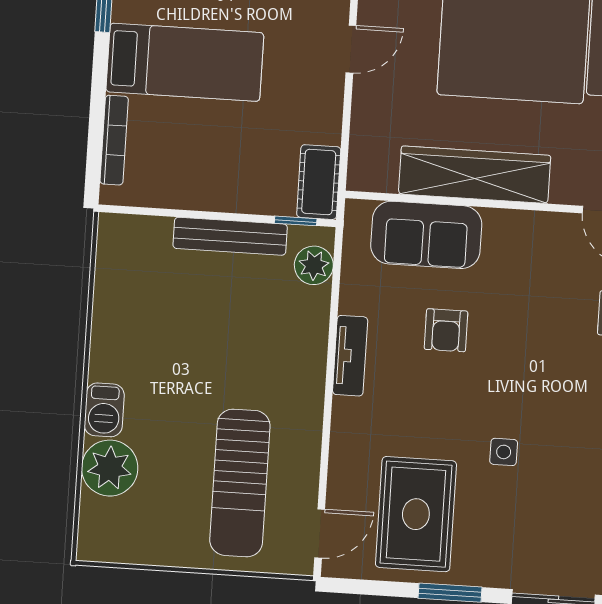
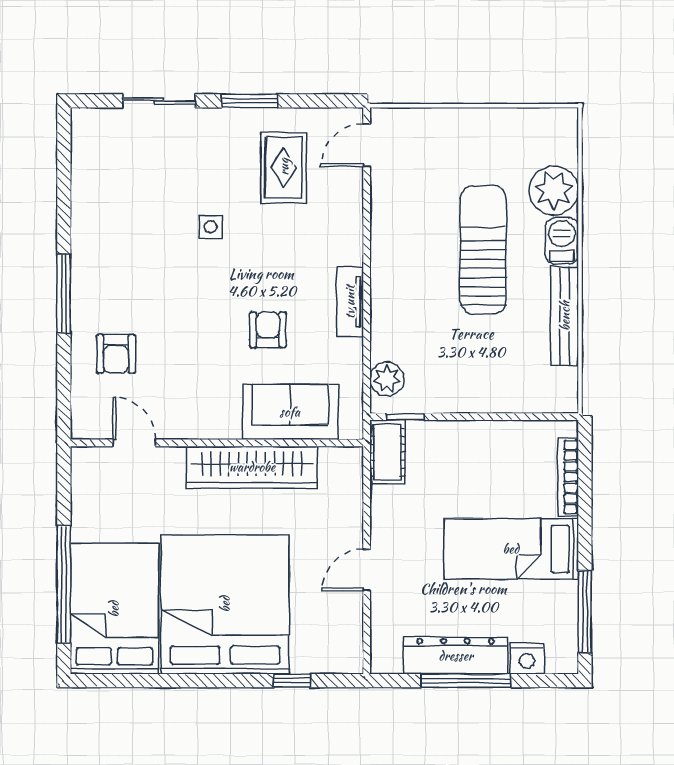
bench: (230, 236) -> (565, 316), moved, turned 90
sun lounger: (240, 483) -> (483, 250), moved
rug: (416, 514) -> (284, 167), width x0.73, depth x0.70

